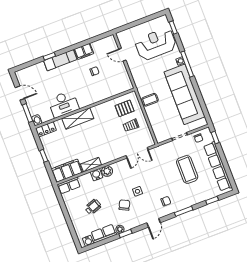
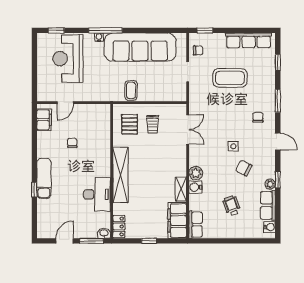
filing cabinet: (84, 51) -> (44, 120), moved
shelving: (78, 118) -> (120, 175), width x1.47
row of seats: (218, 166) -> (249, 40), width x0.73

